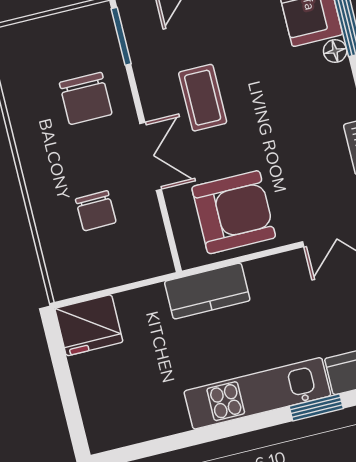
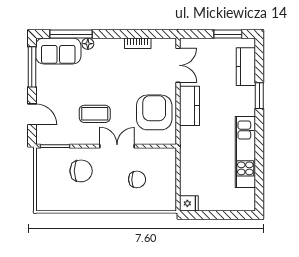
kitchen counter: (207, 291) -> (189, 106), moved
fridge: (89, 325) -> (189, 203), width x0.53, depth x0.75
kitchen unit: (257, 393) -> (245, 152), moved

